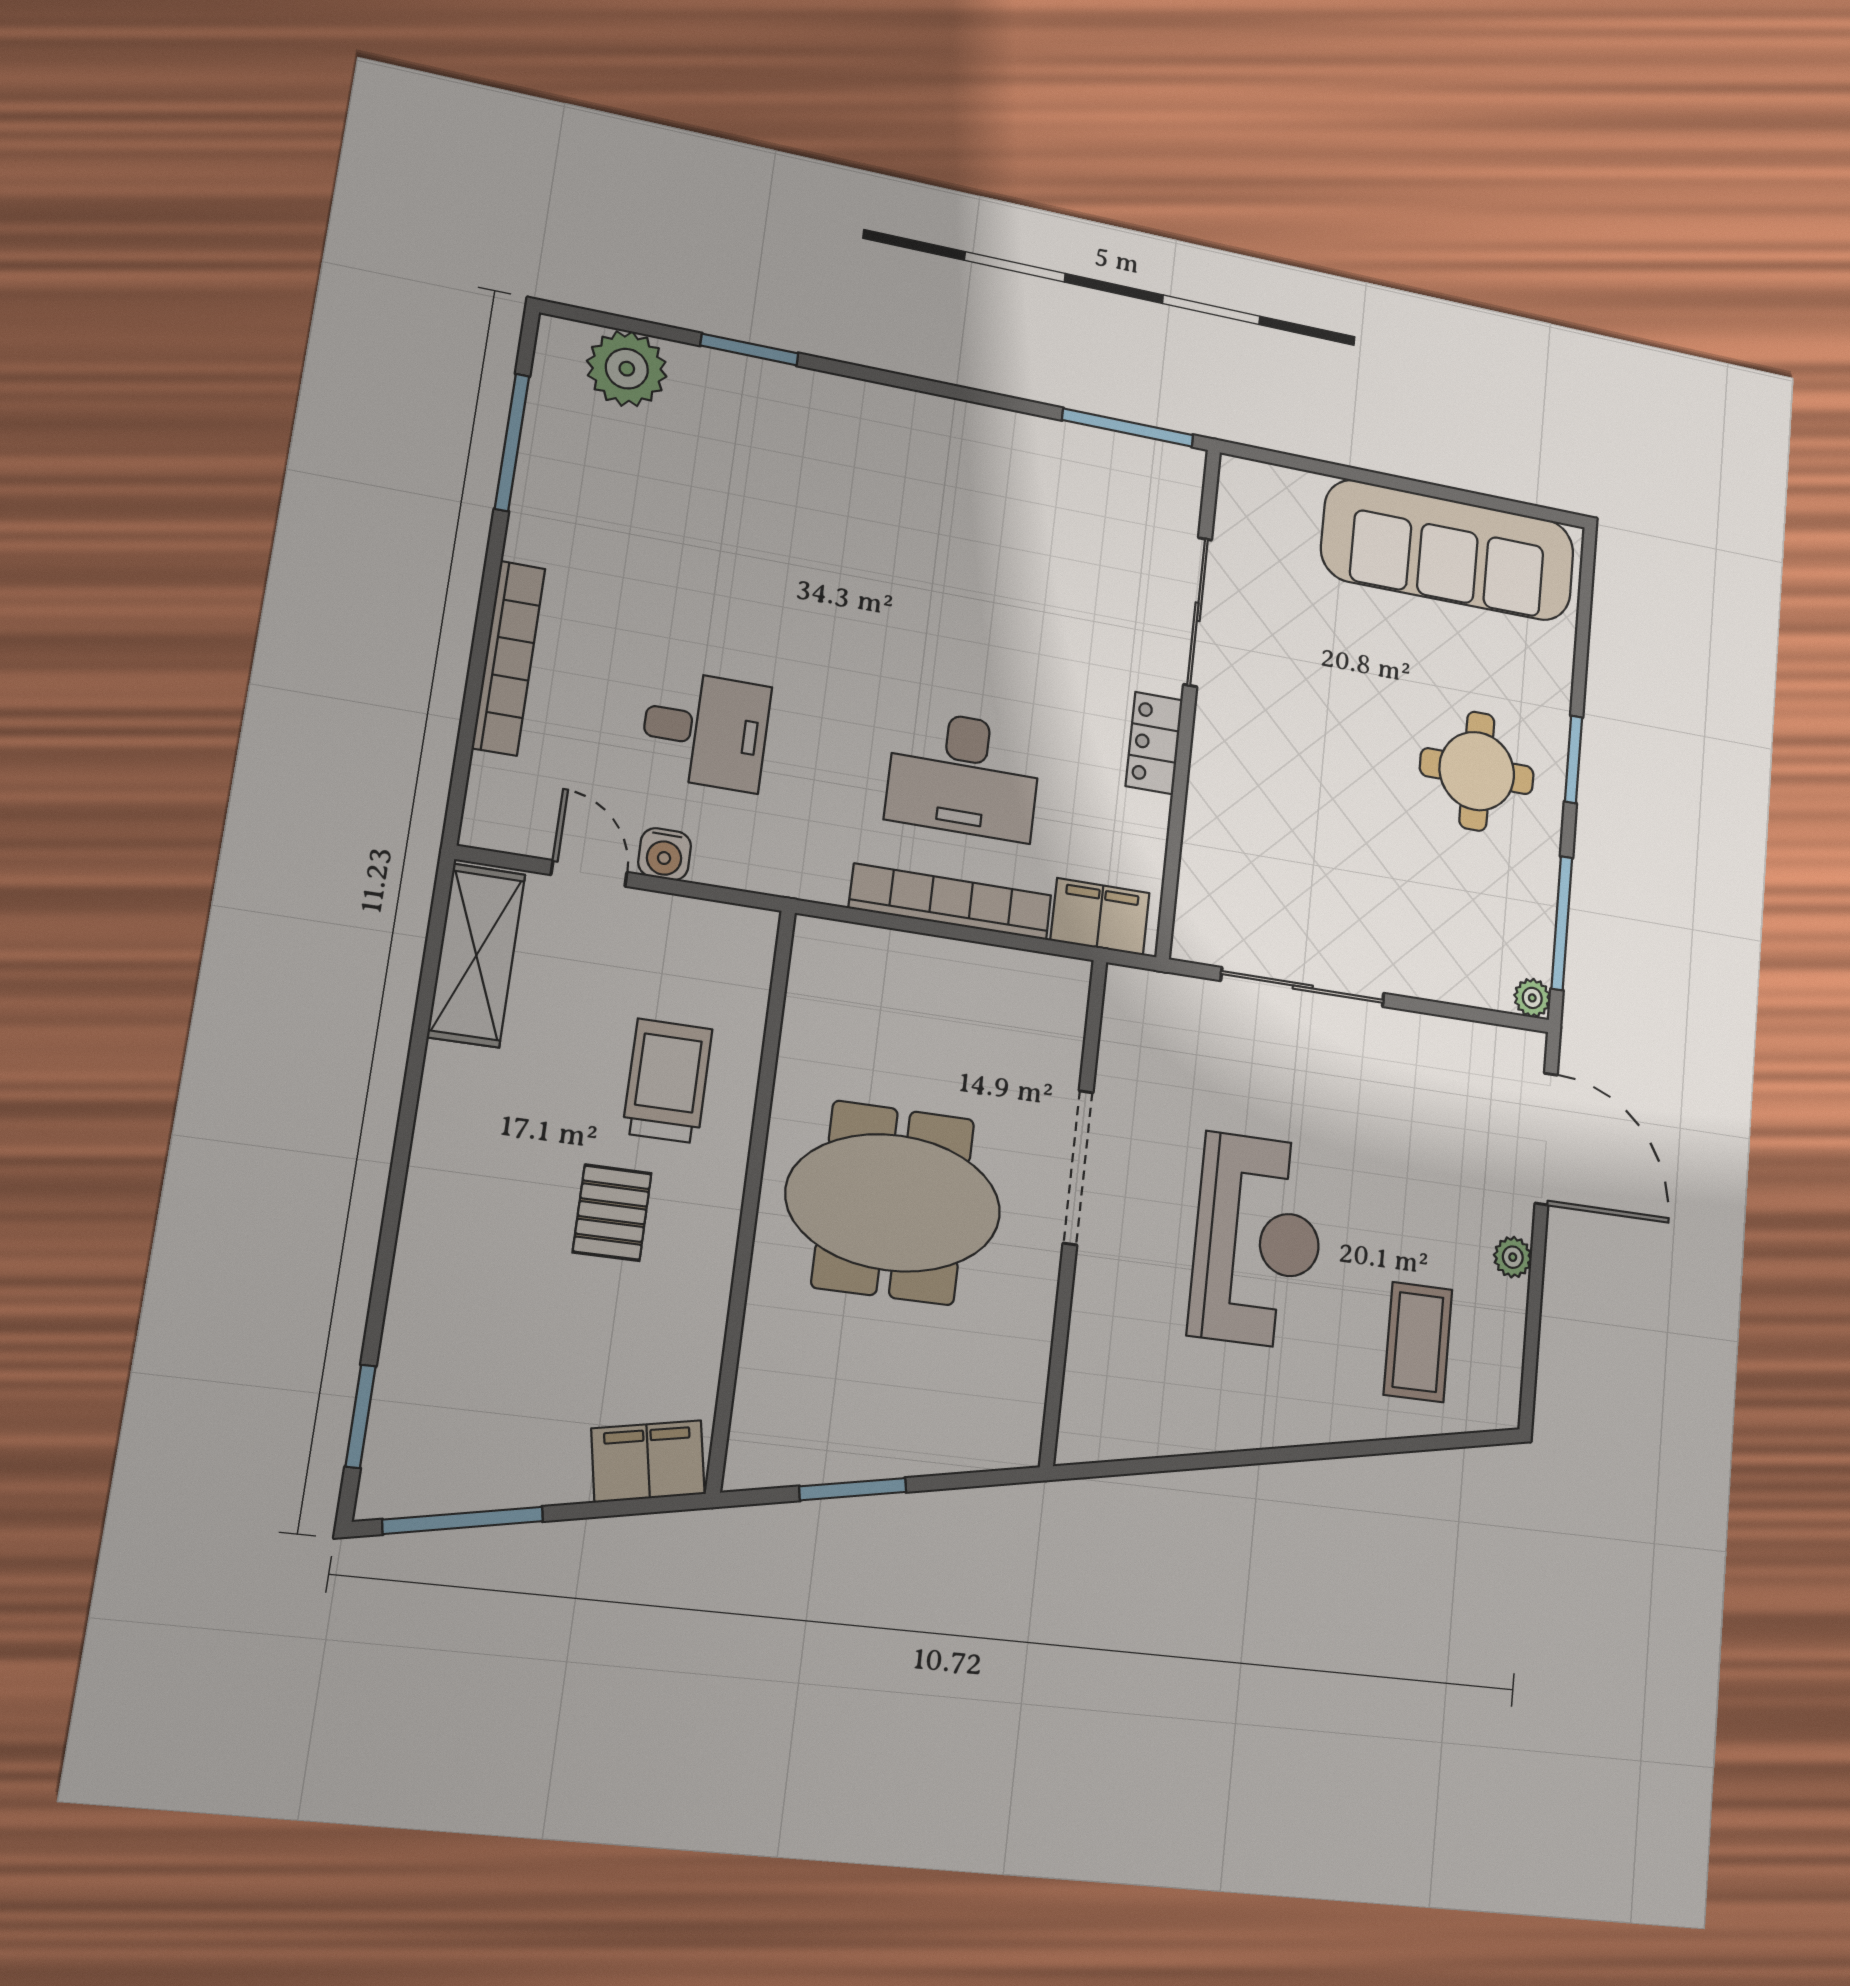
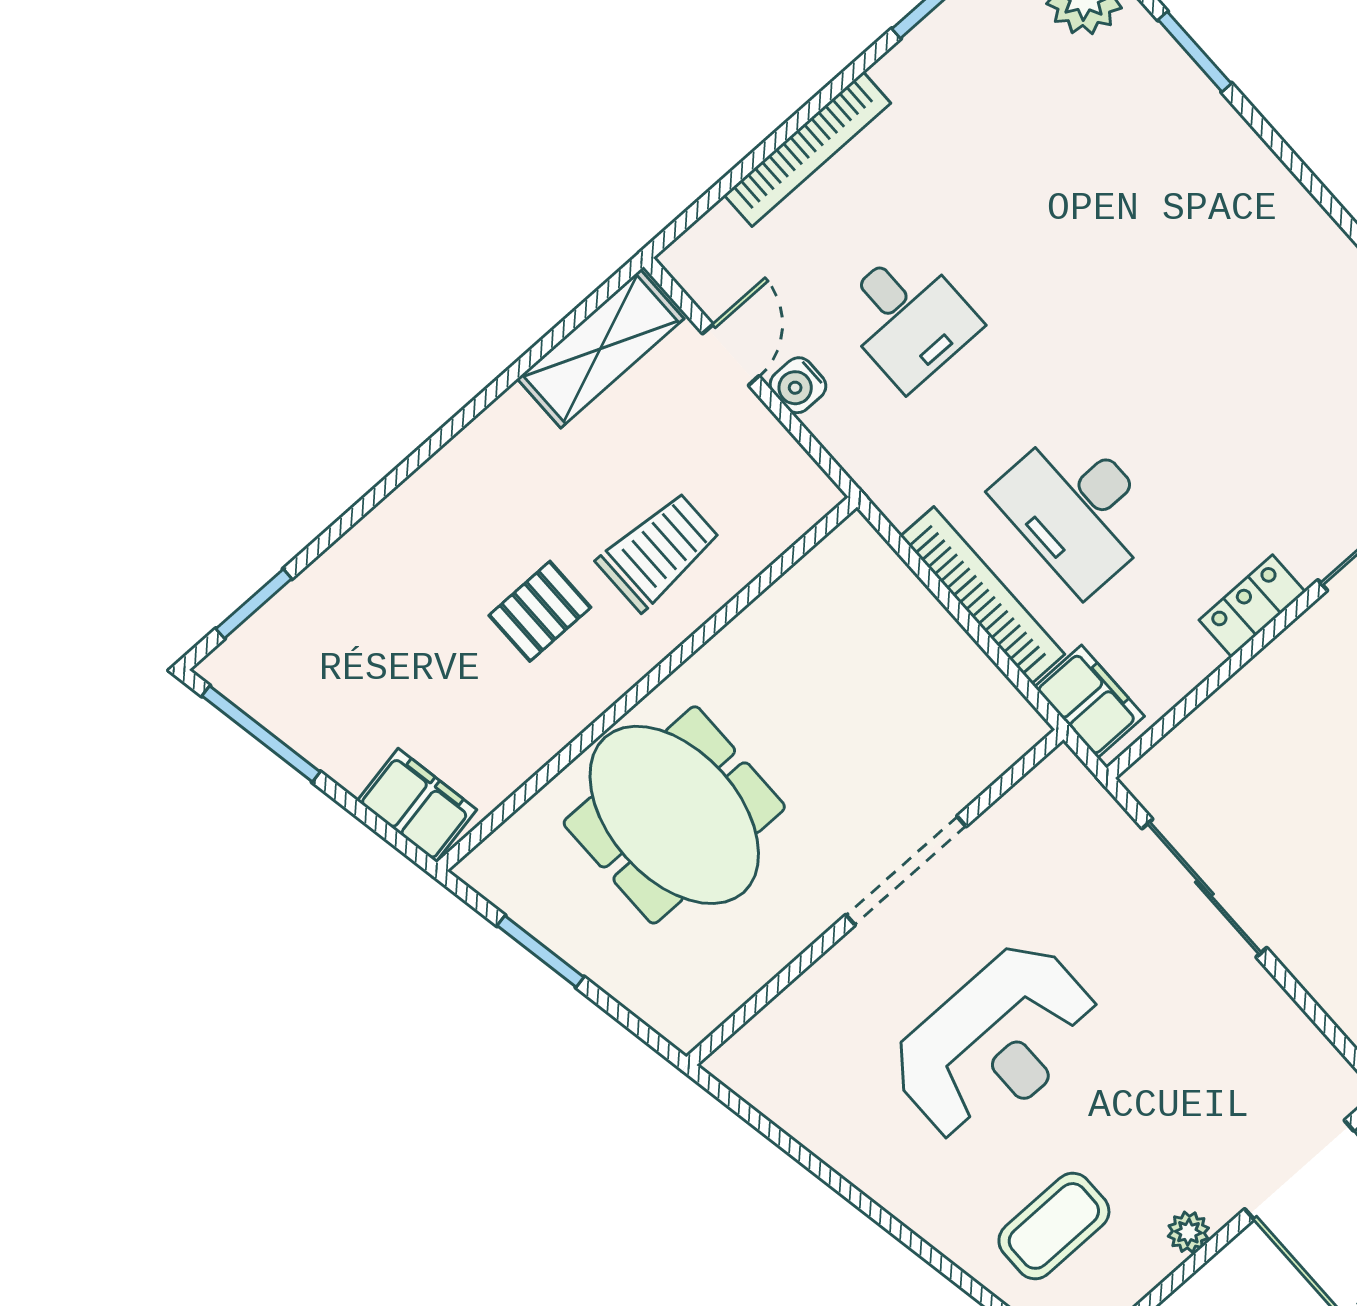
meeting table: (893, 1203) -> (674, 815), moved

